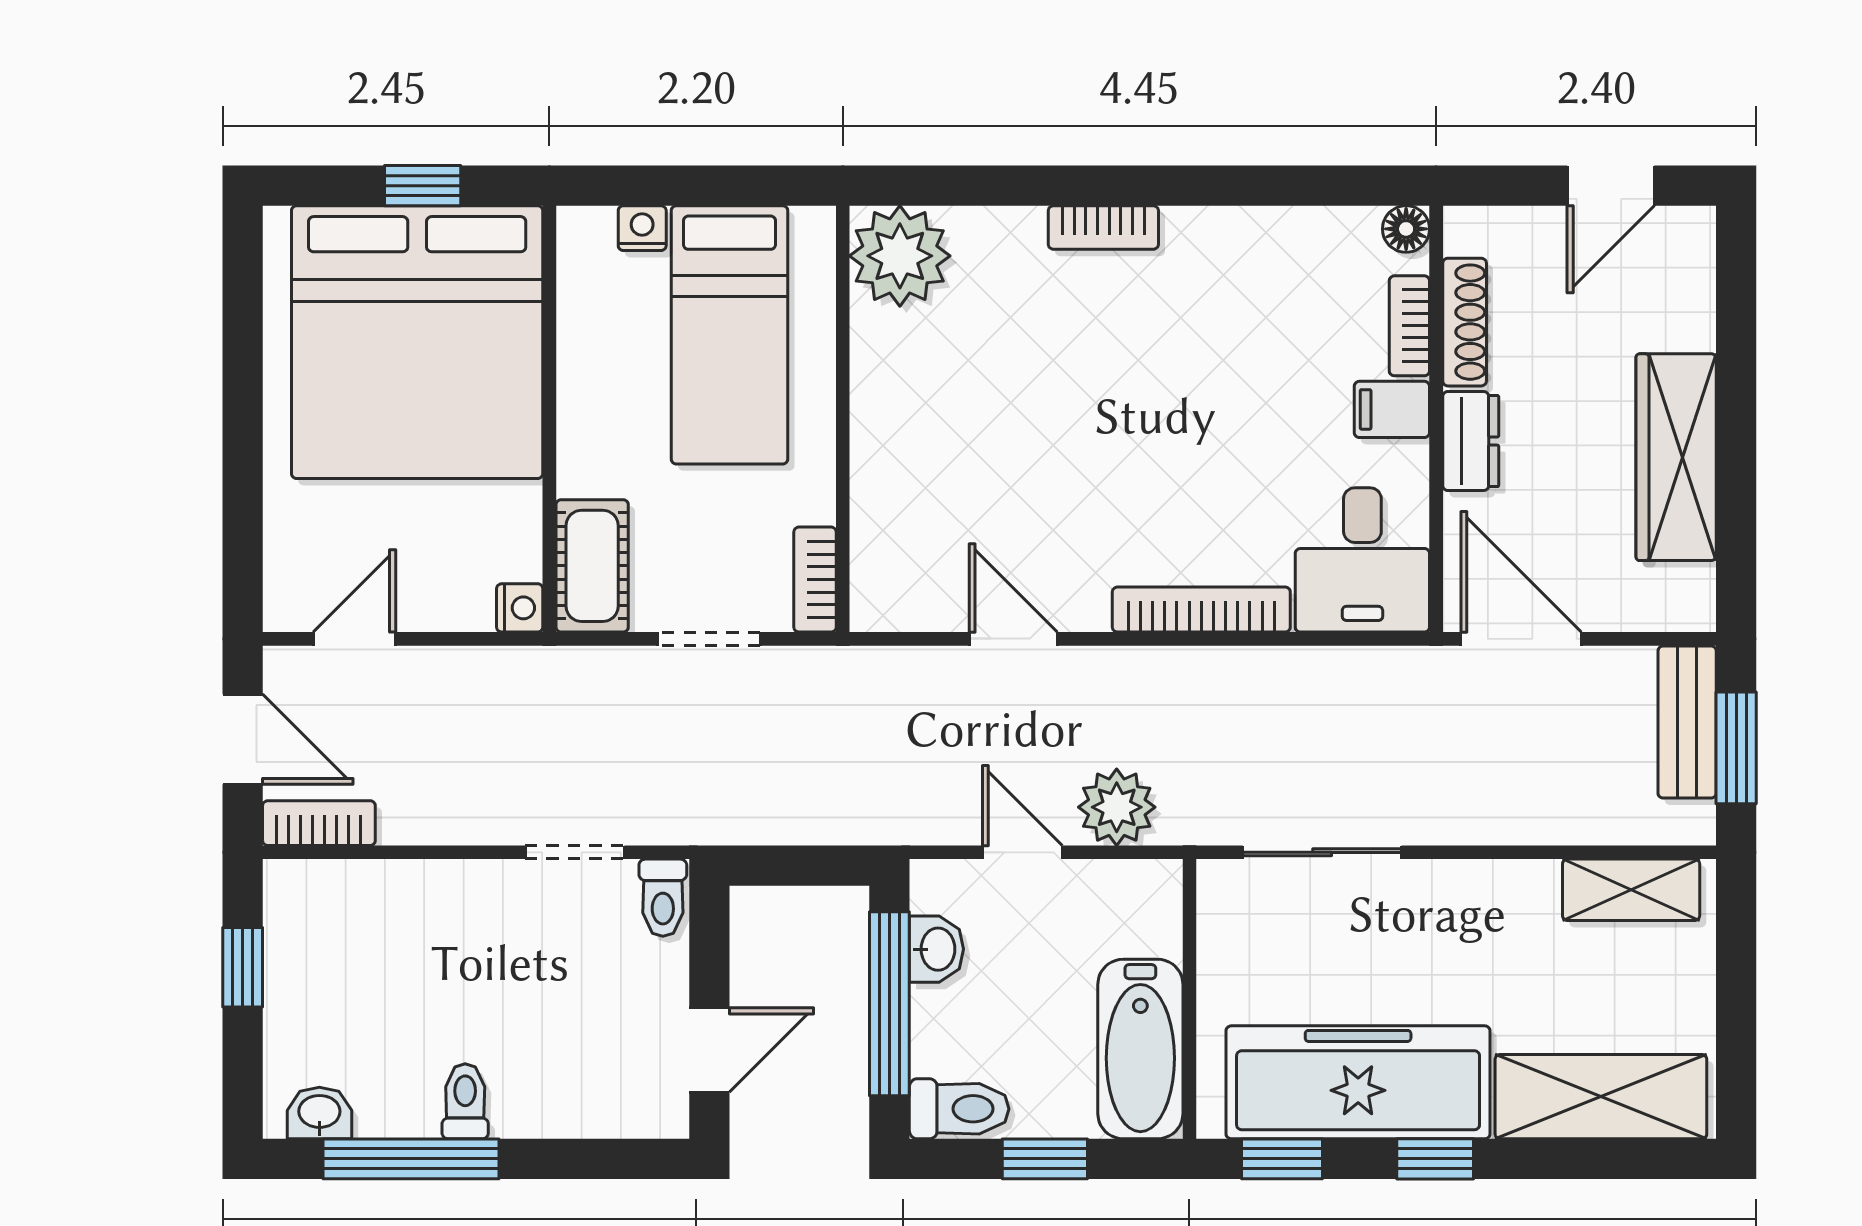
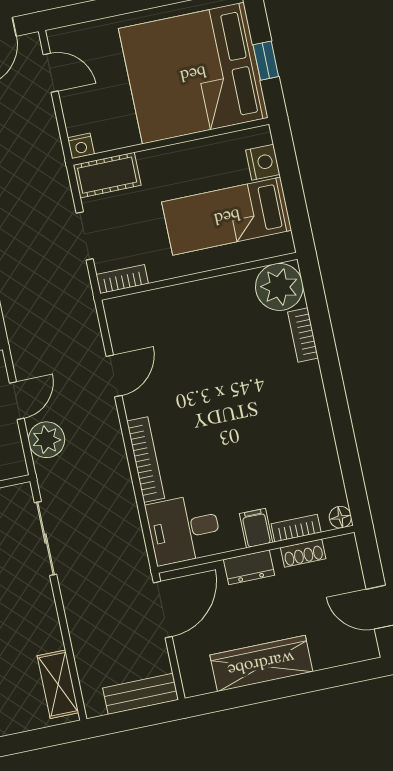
nightstand: (642, 228) -> (263, 162), width x1.39, depth x1.35
bookcase: (1103, 228) -> (303, 335), moved
shoe rack: (1465, 322) -> (303, 553), width x0.70
window: (1736, 748) -> (133, 719), removed

